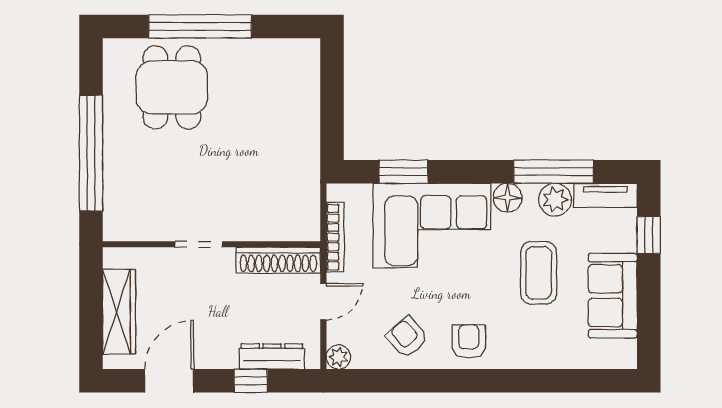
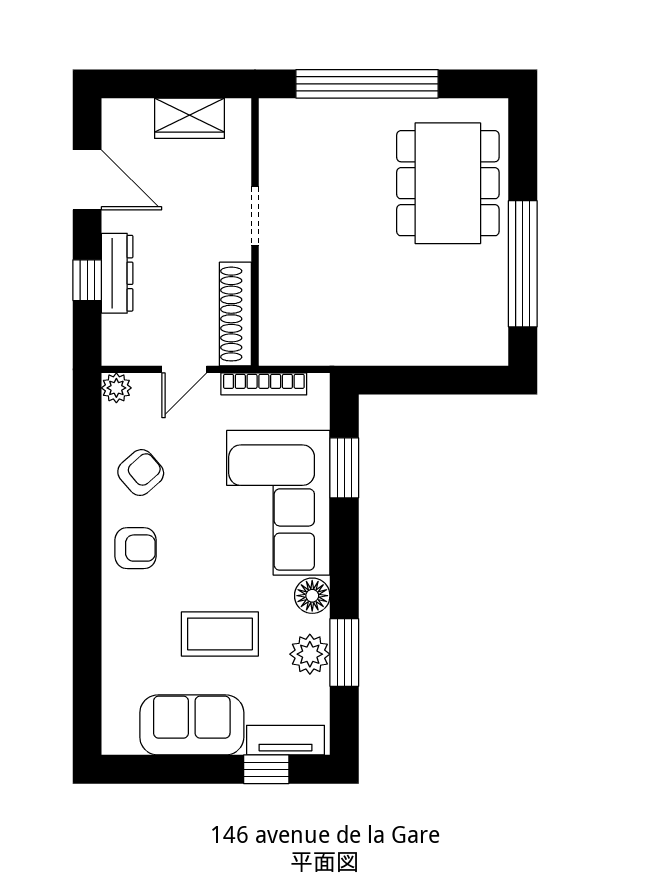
window: (200, 26) -> (523, 264), moved
dining table: (172, 87) -> (448, 183), width x1.37
window: (554, 172) -> (344, 653), width x0.69
tv unit: (605, 195) -> (286, 740), moved, turned 90
door: (323, 302) -> (184, 369), hinge flipped
wardrobe: (119, 312) -> (190, 118), width x0.67
dresser: (272, 356) -> (117, 273), moved

